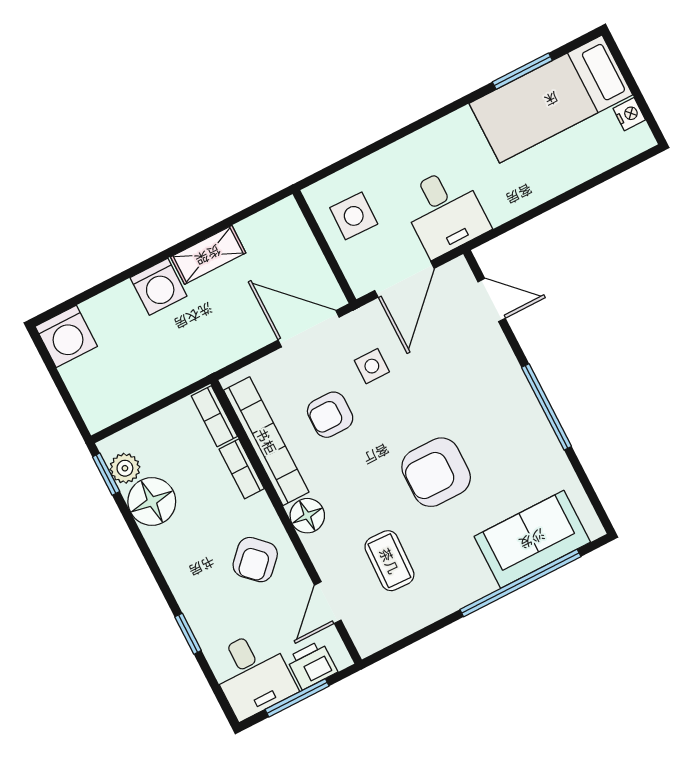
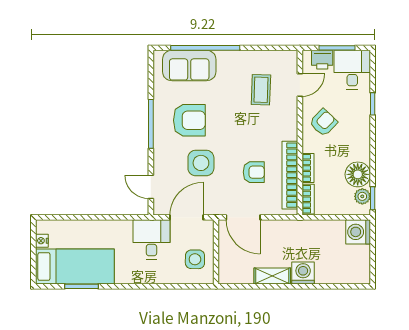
washing machine: (66, 336) -> (358, 232), moved, turned -90
side table: (372, 366) -> (201, 163), moved, width x1.87, depth x1.87
armchair: (436, 472) -> (189, 120), moved
floor lamp: (307, 516) -> (289, 130), removed

